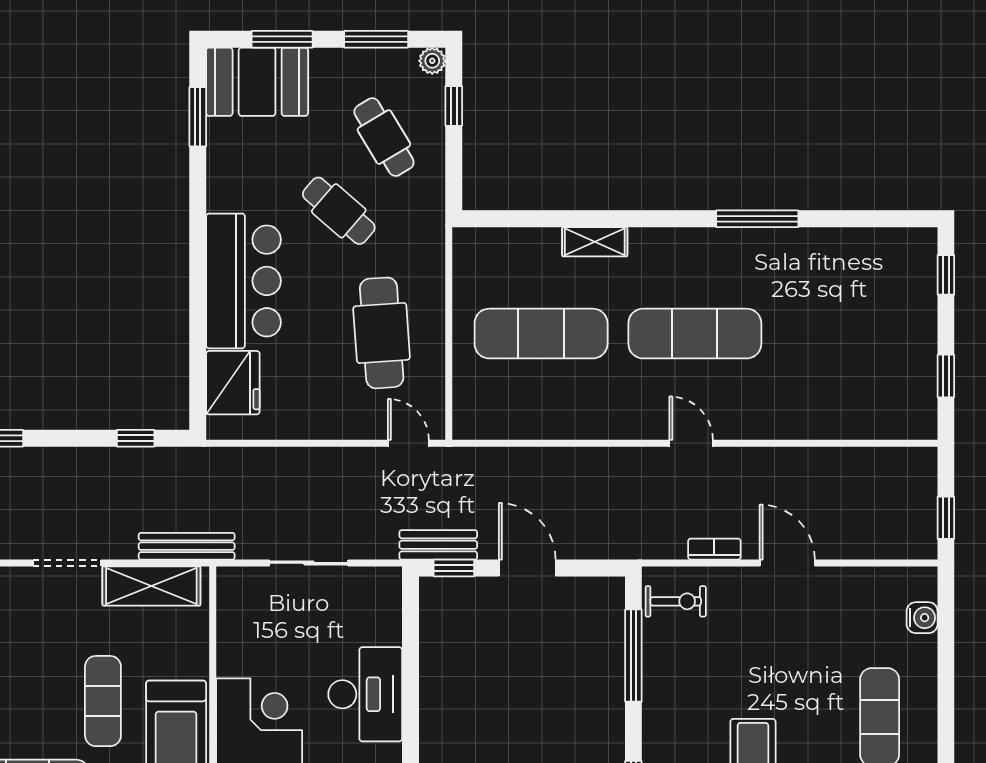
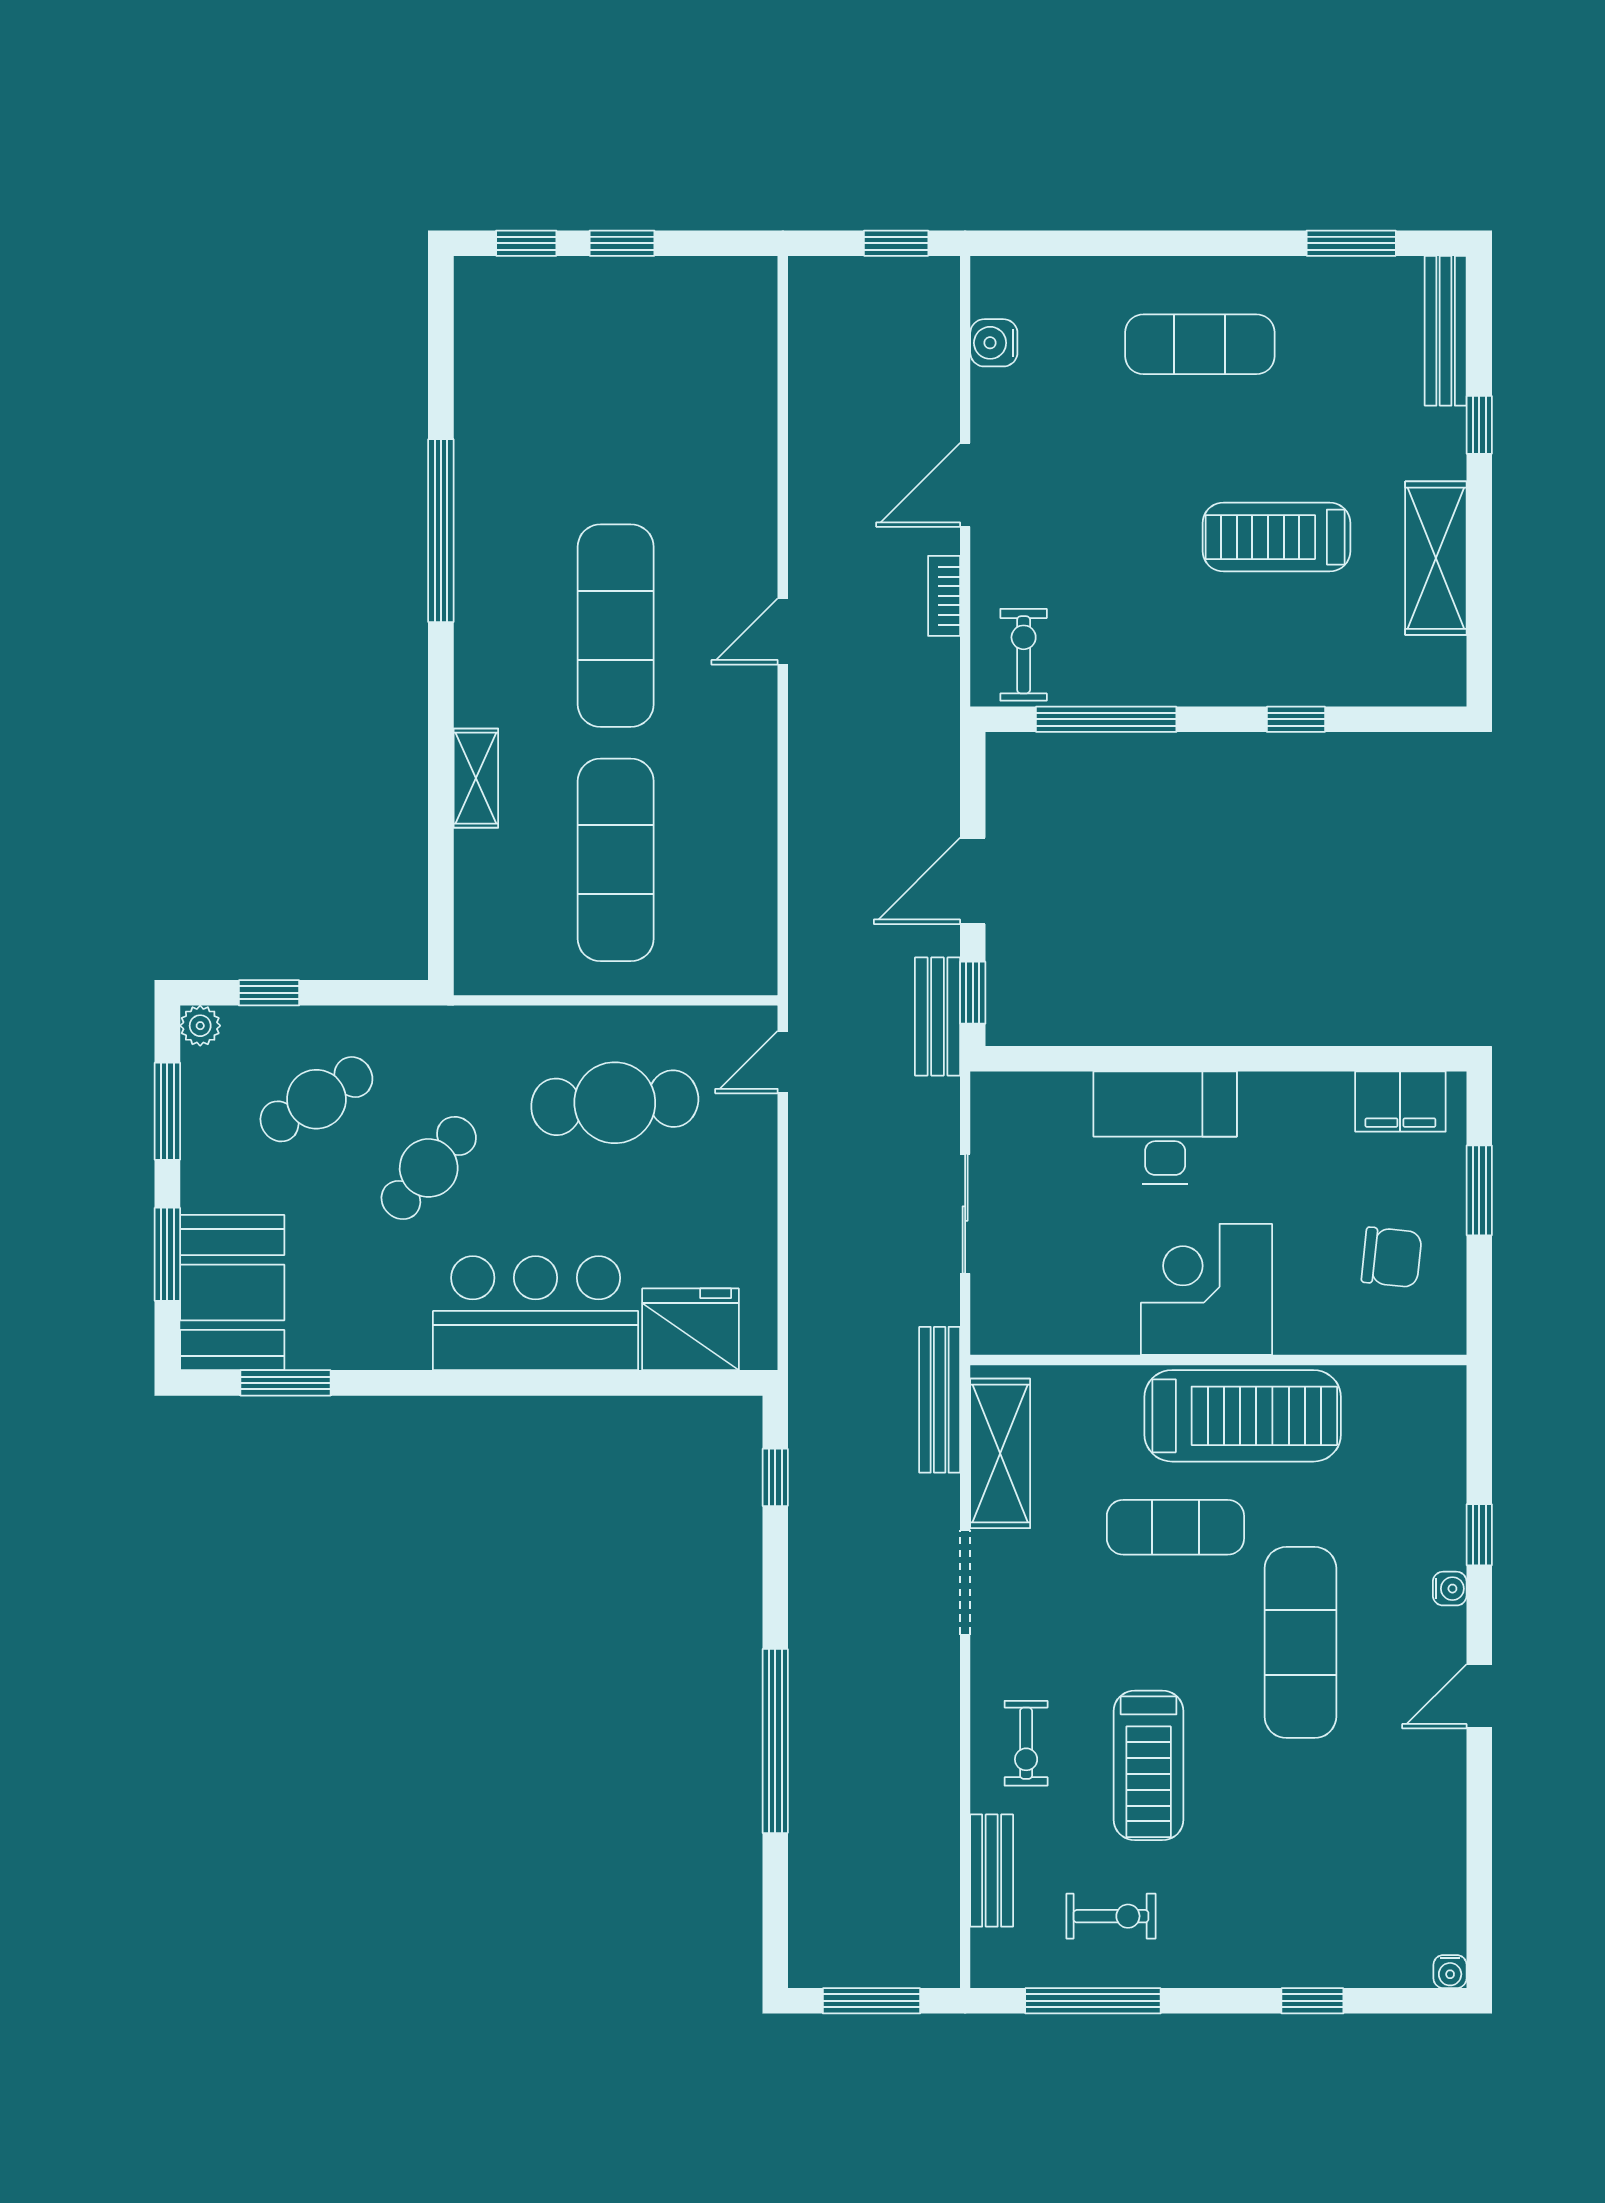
window: (757, 219) -> (441, 531), width x1.46
window: (946, 376) -> (622, 243), moved
water cooler: (922, 618) -> (994, 343), moved, turned -90

